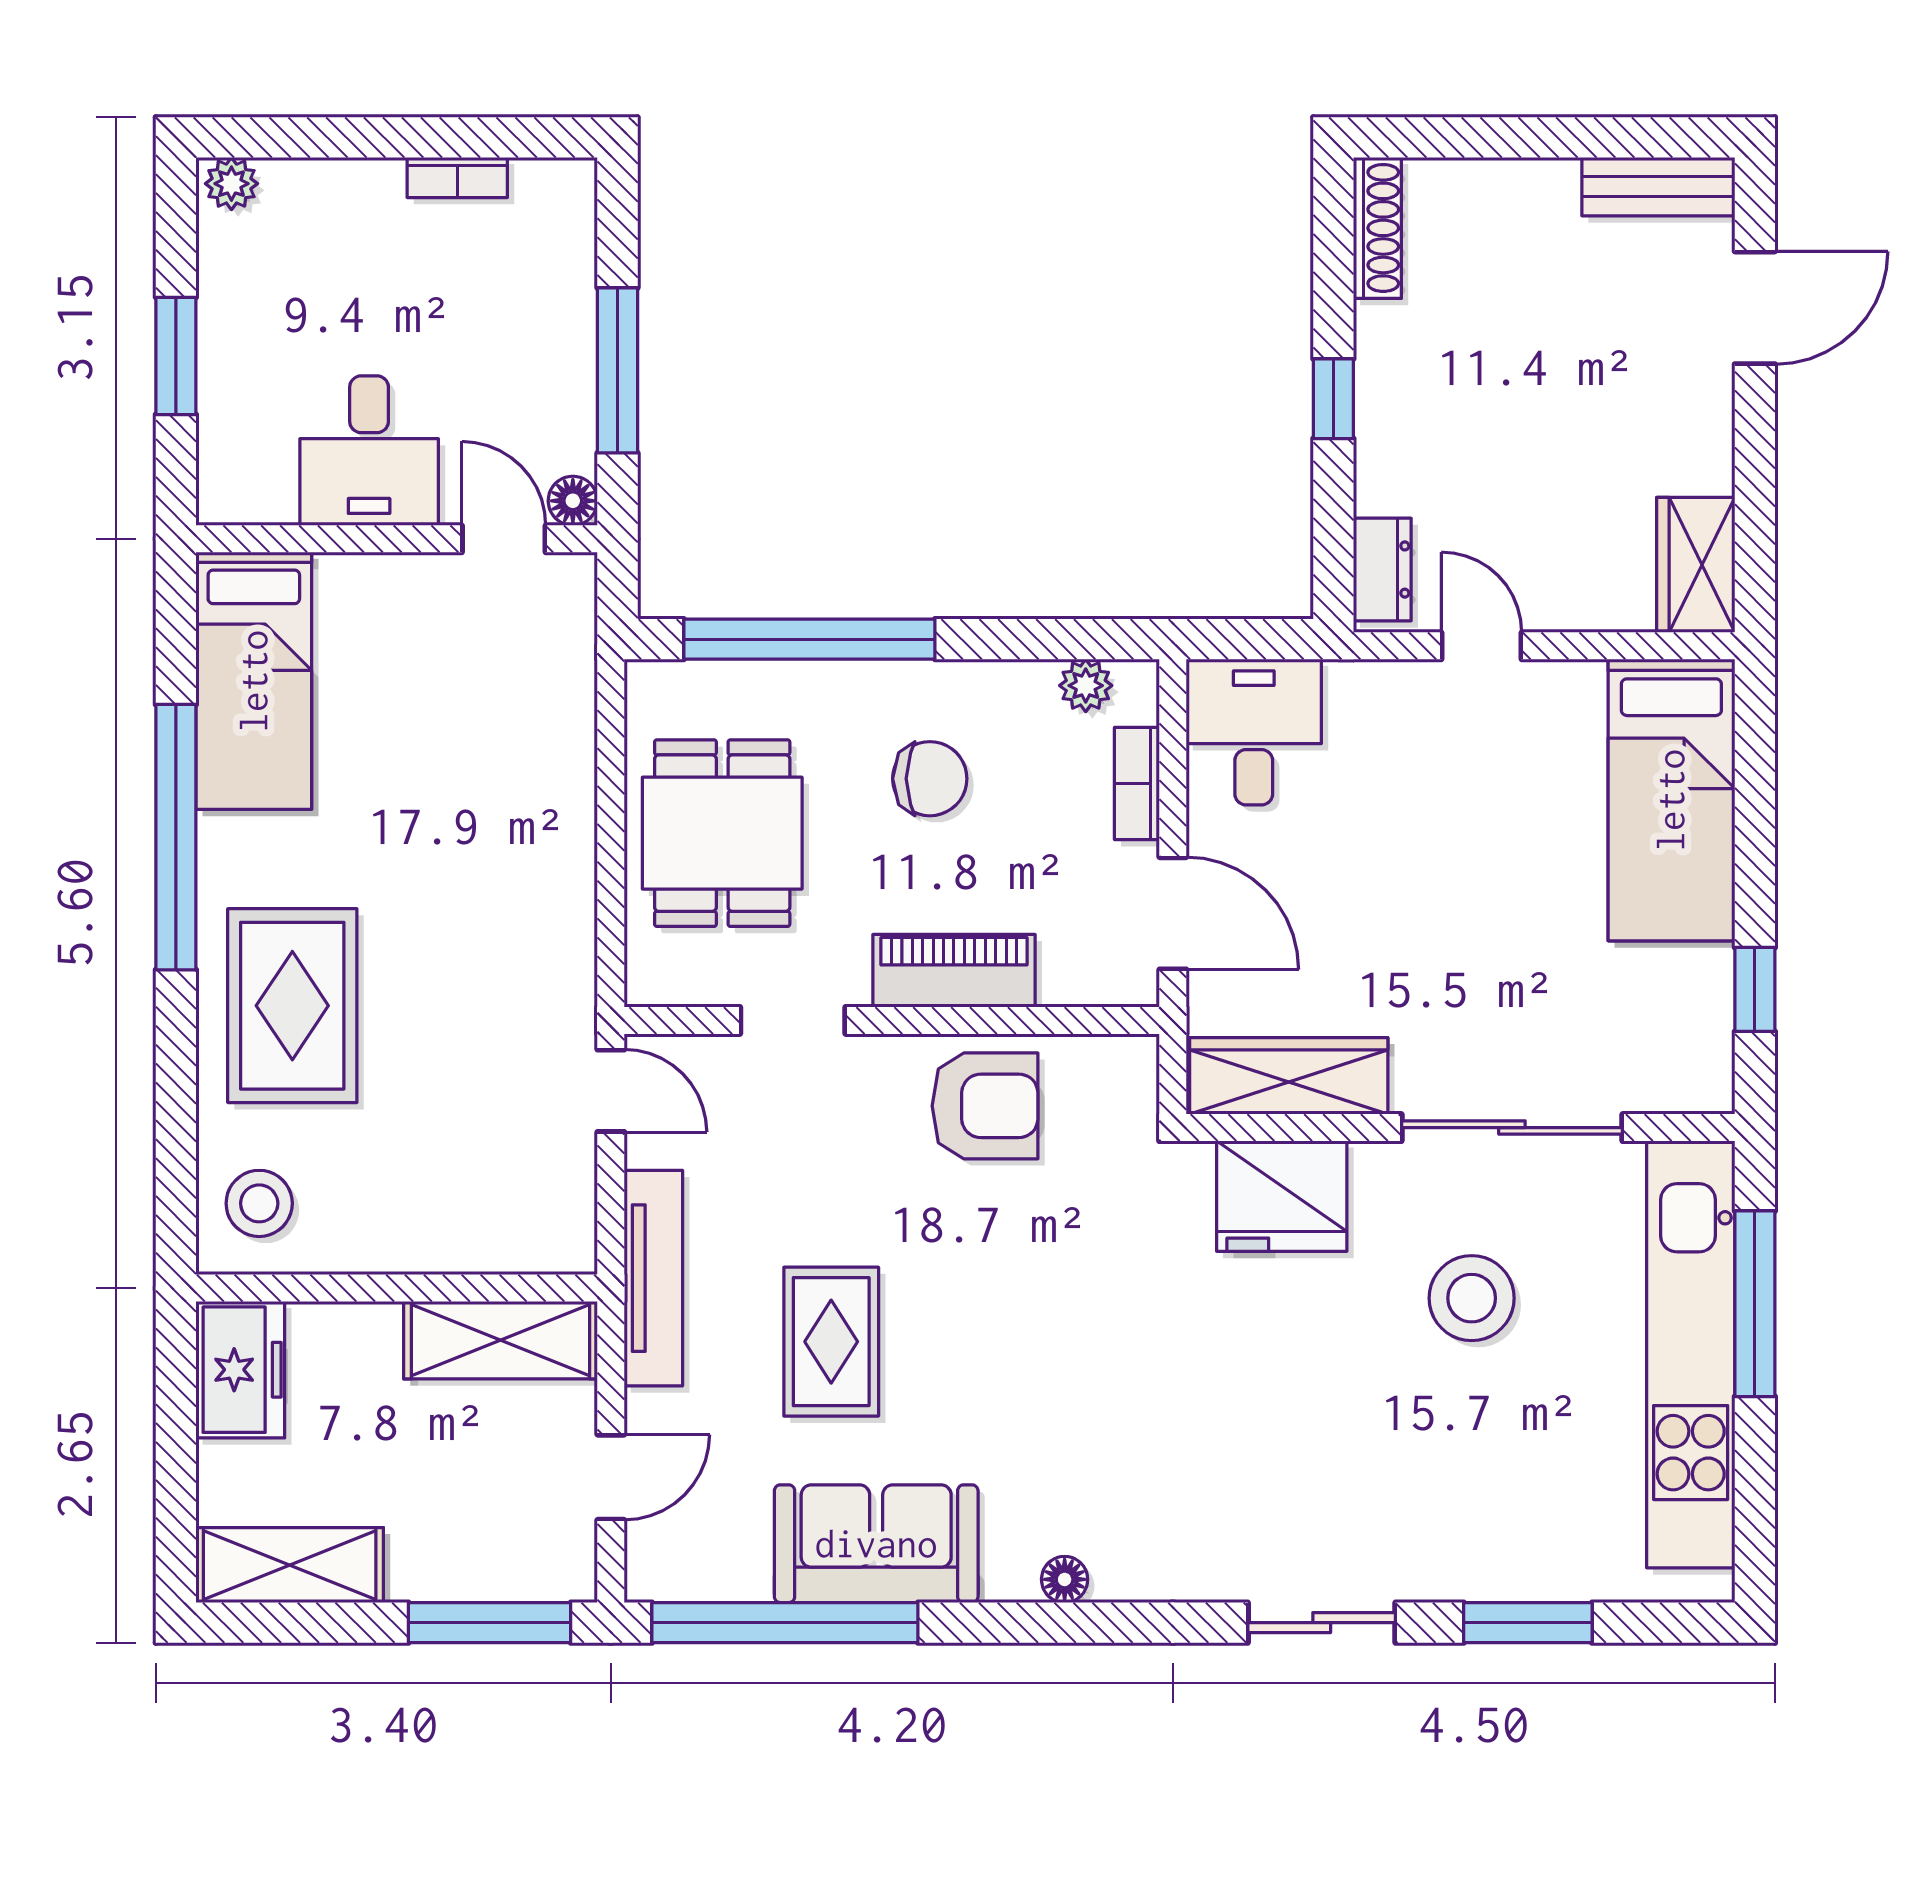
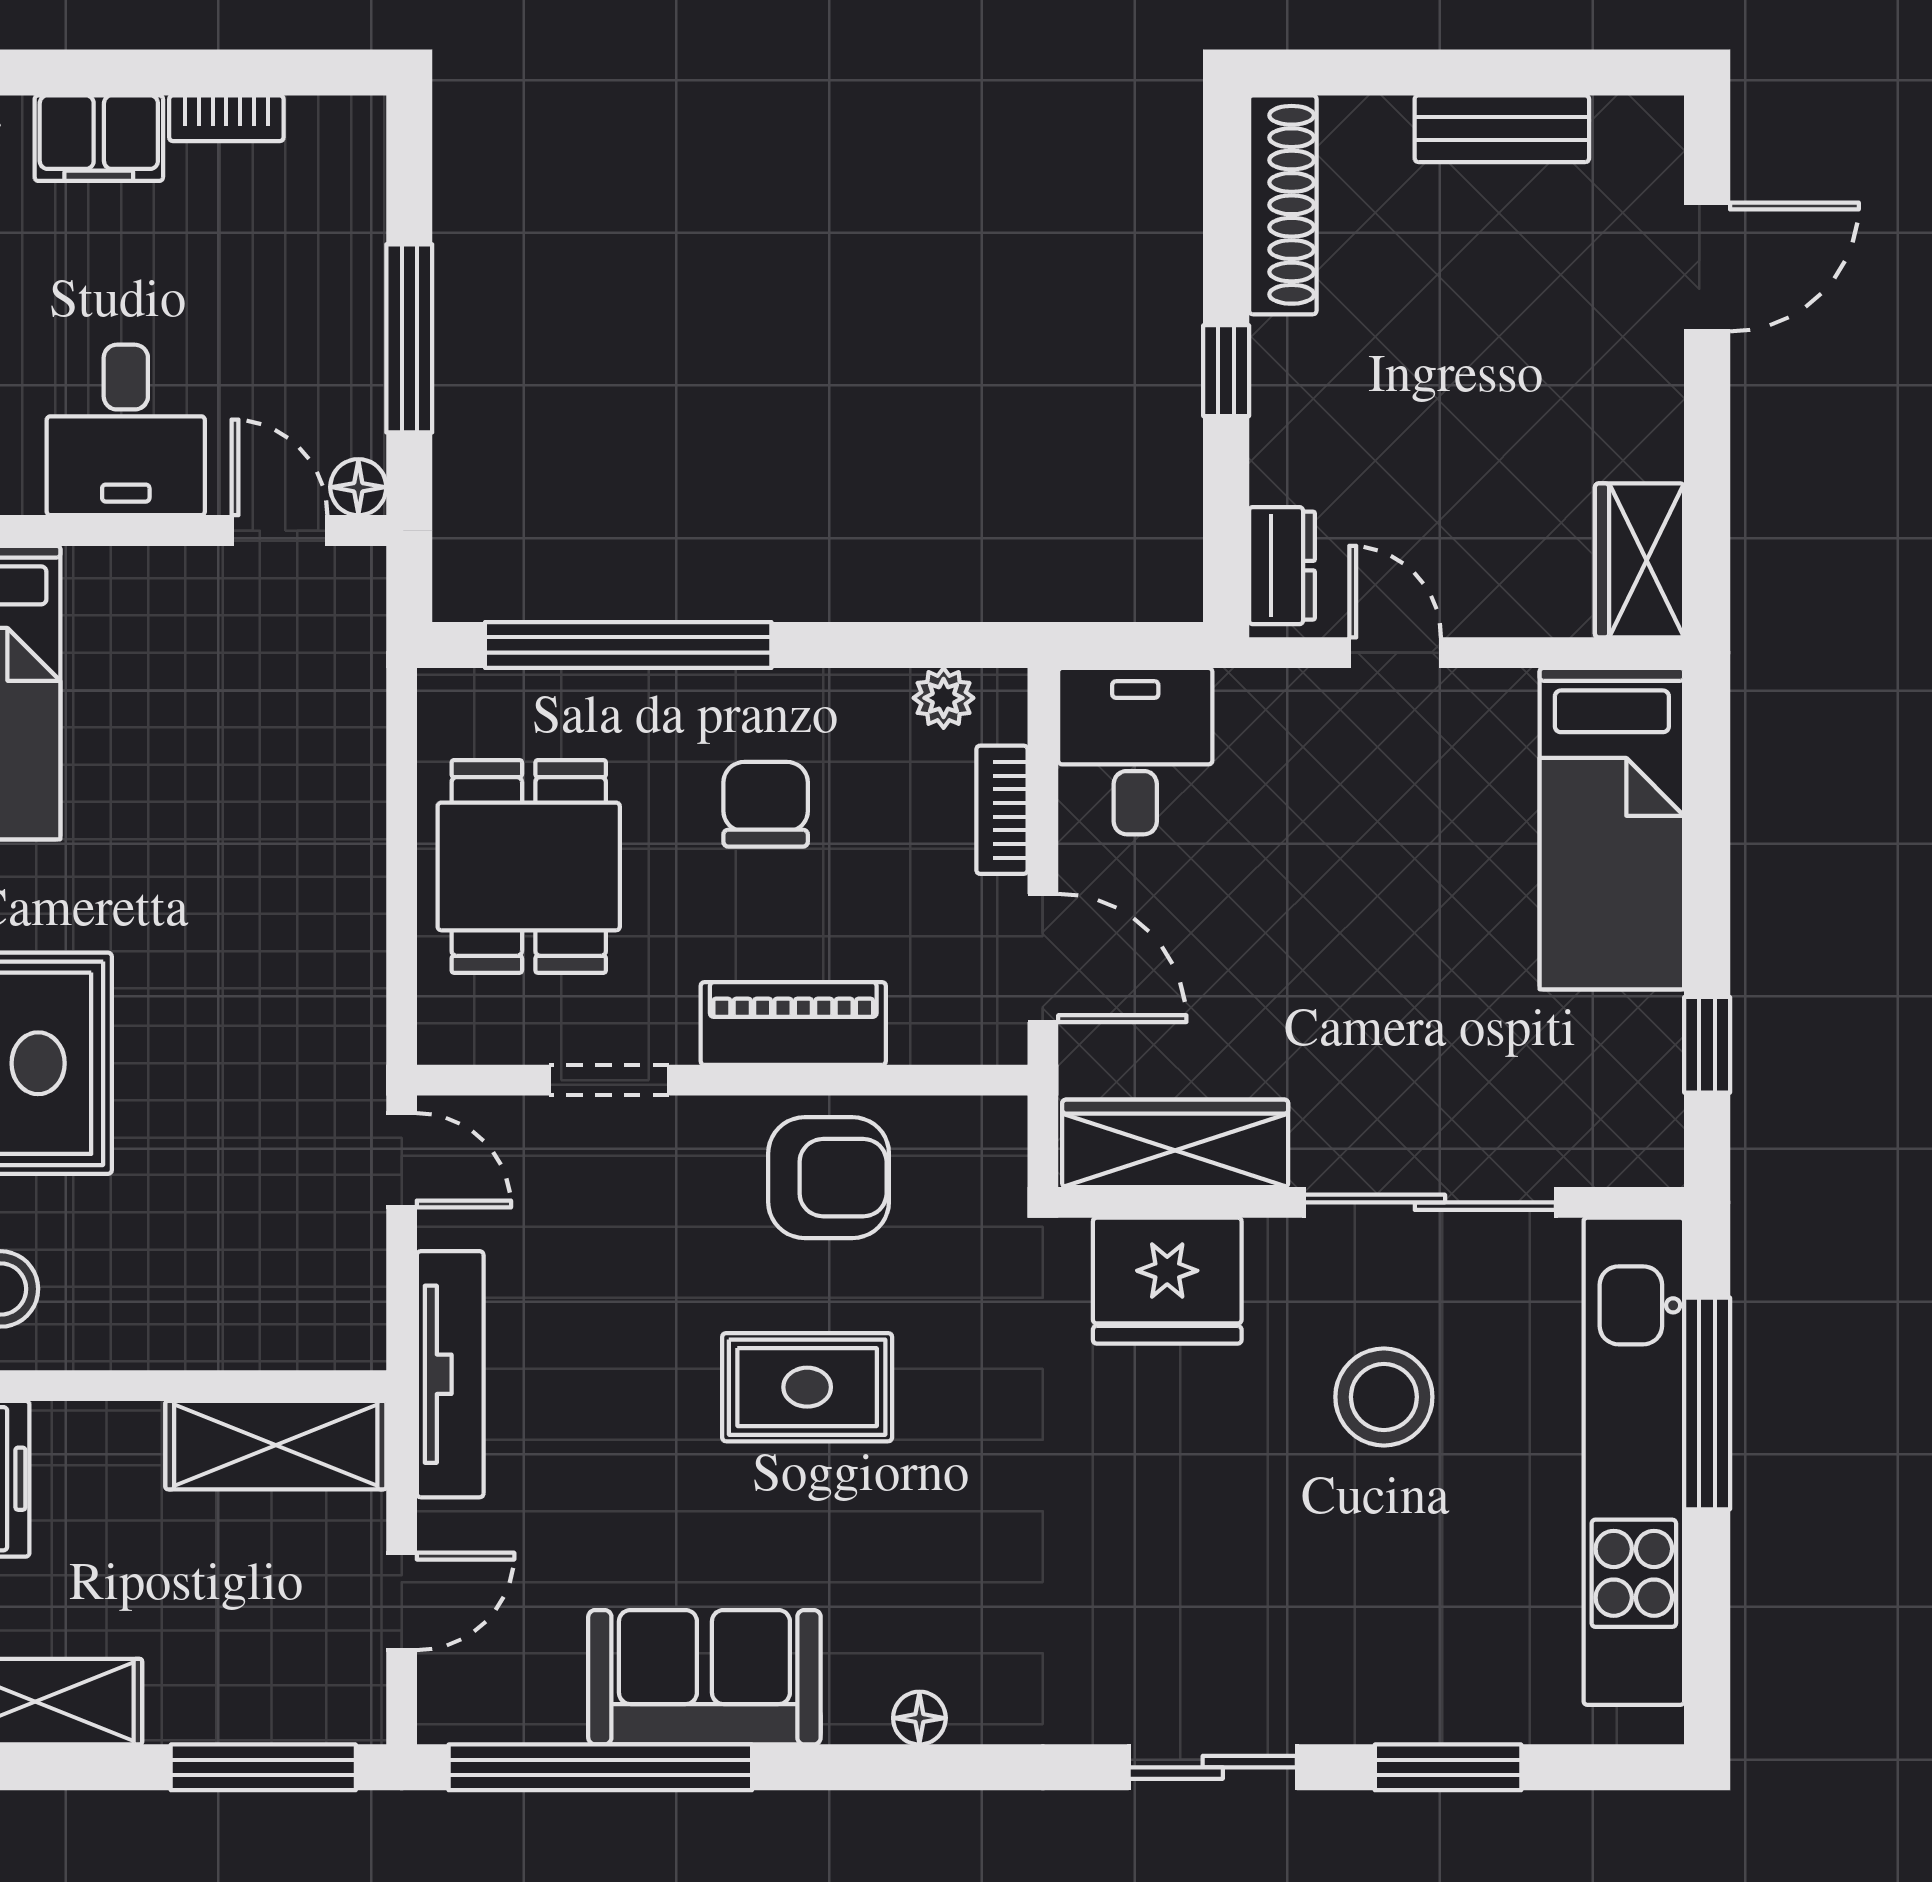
bench: (1658, 187) -> (1502, 129), moved
filing cabinet: (345, 195) -> (99, 138), added
shoe rack: (1377, 228) -> (1283, 205), width x1.36, depth x1.24
chair: (930, 779) -> (766, 804), turned -90
rug: (831, 1342) -> (807, 1387), moved, turned 90

